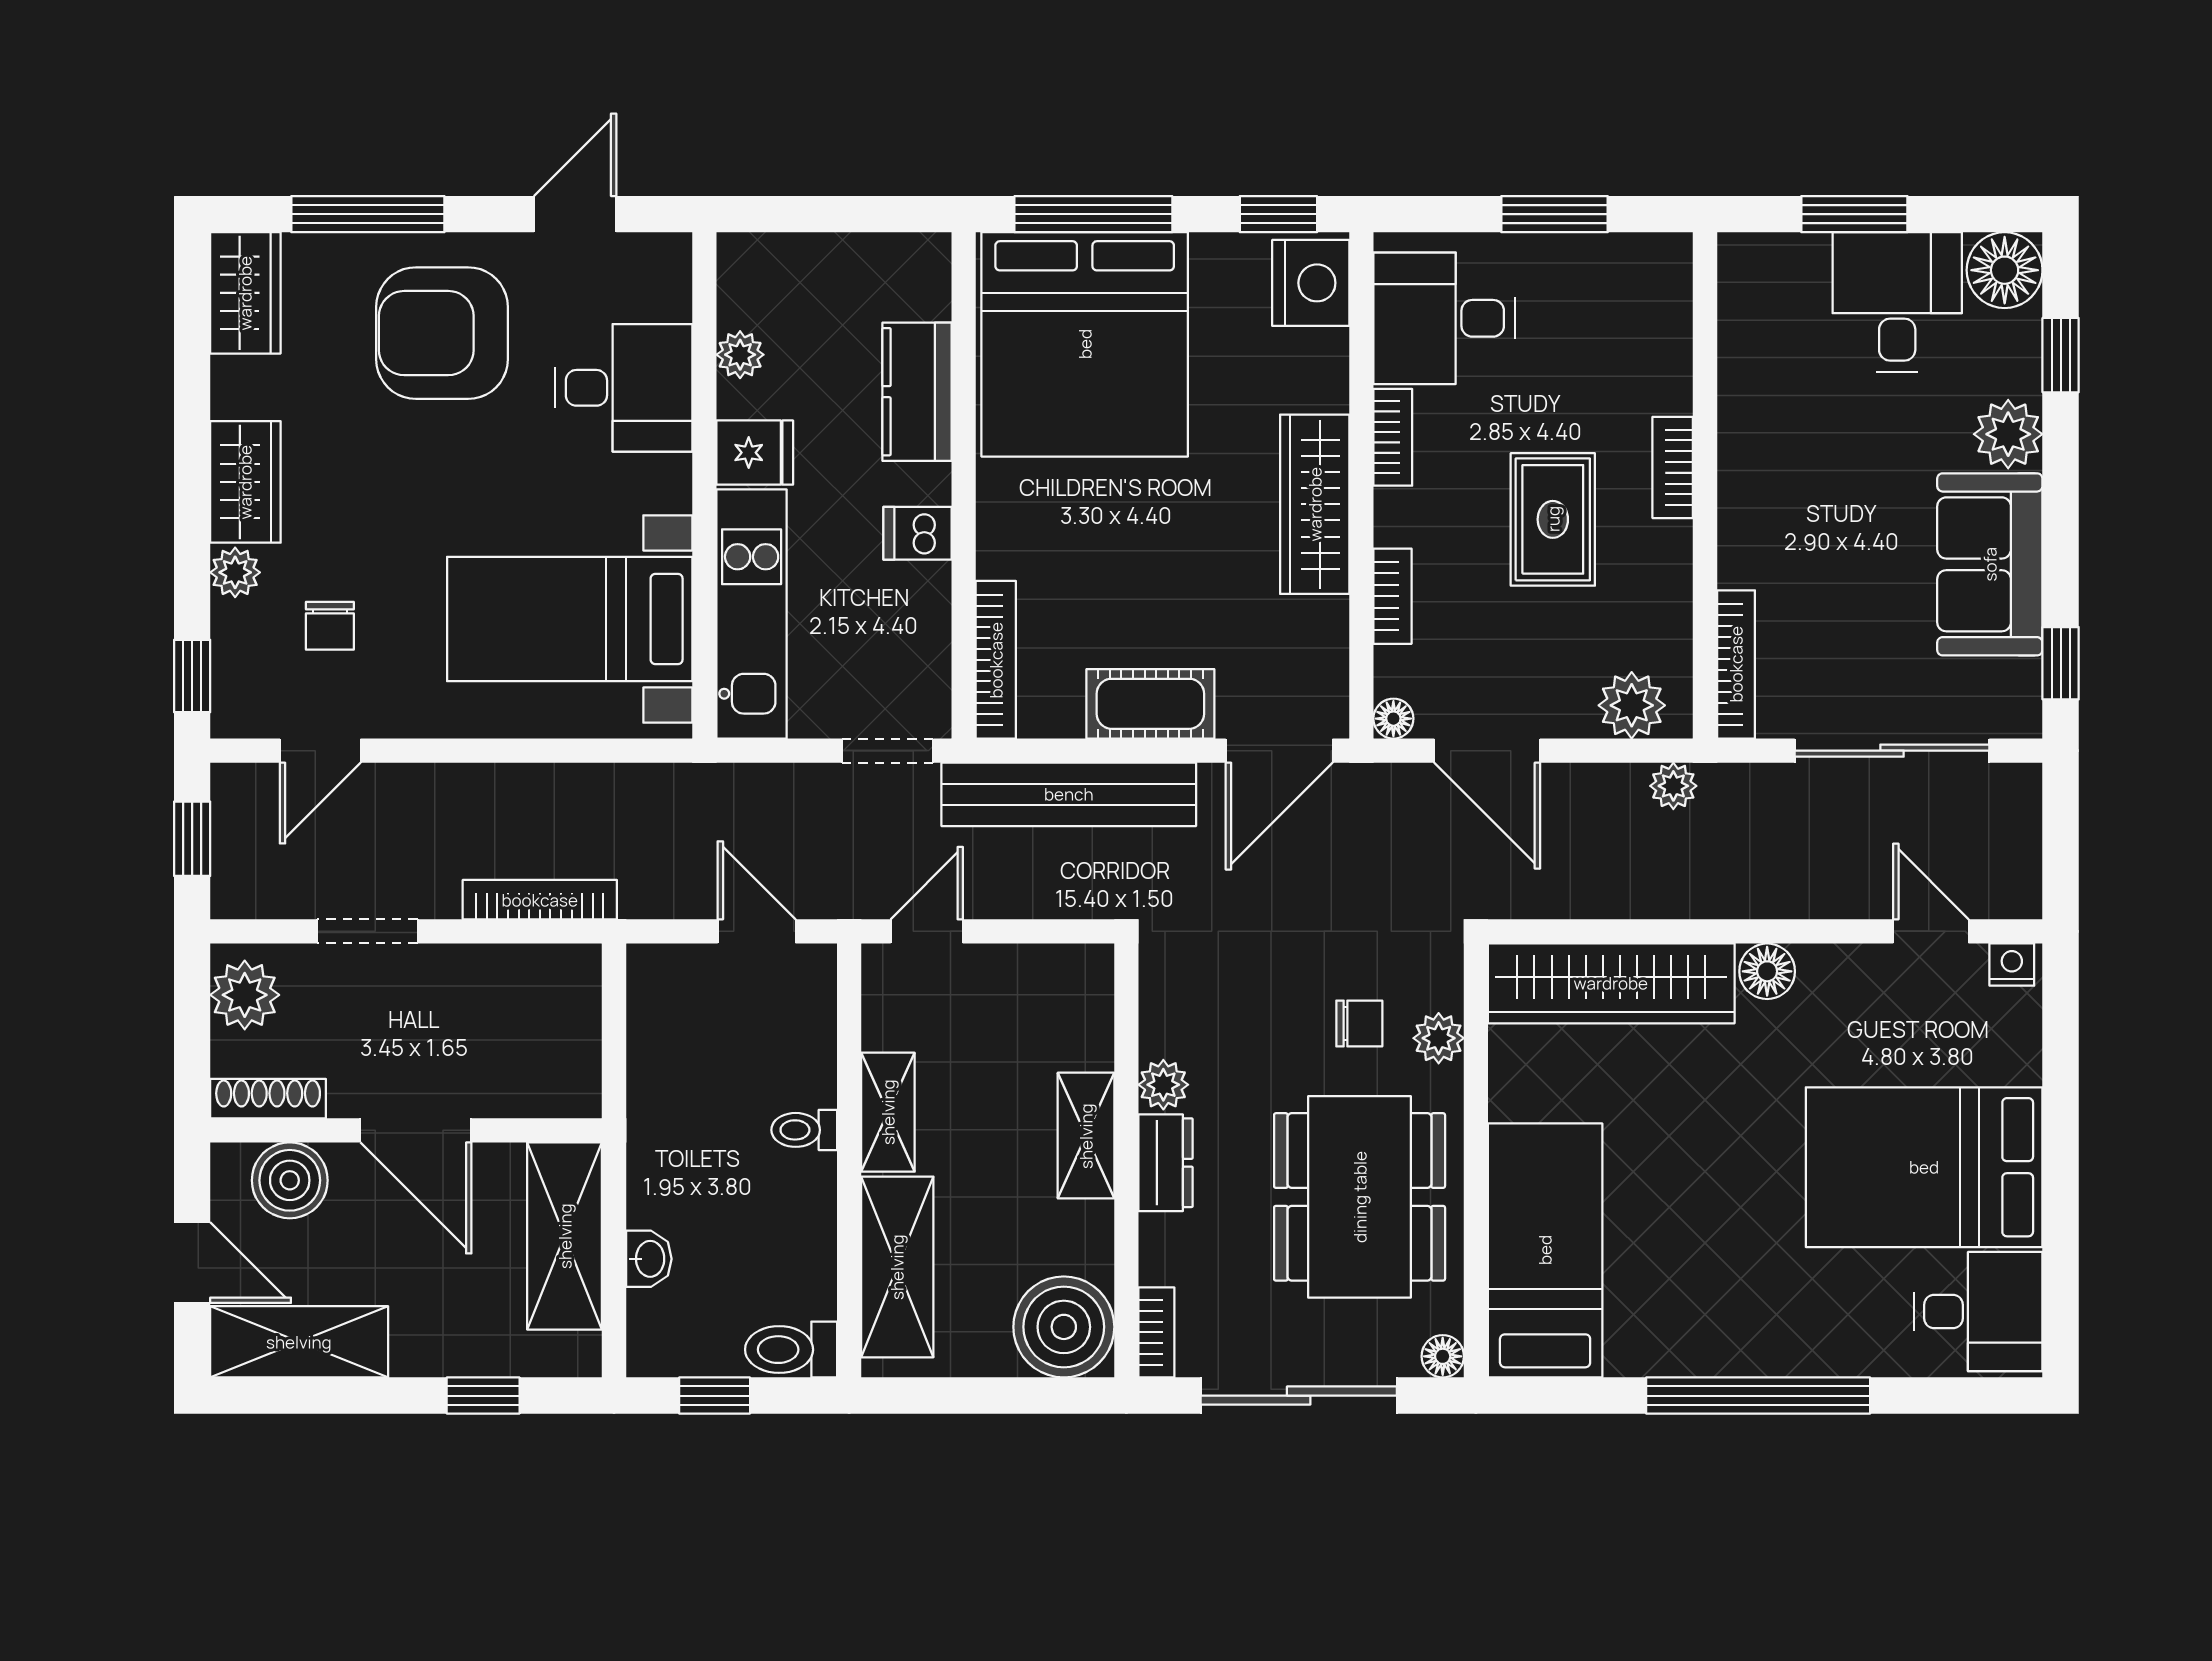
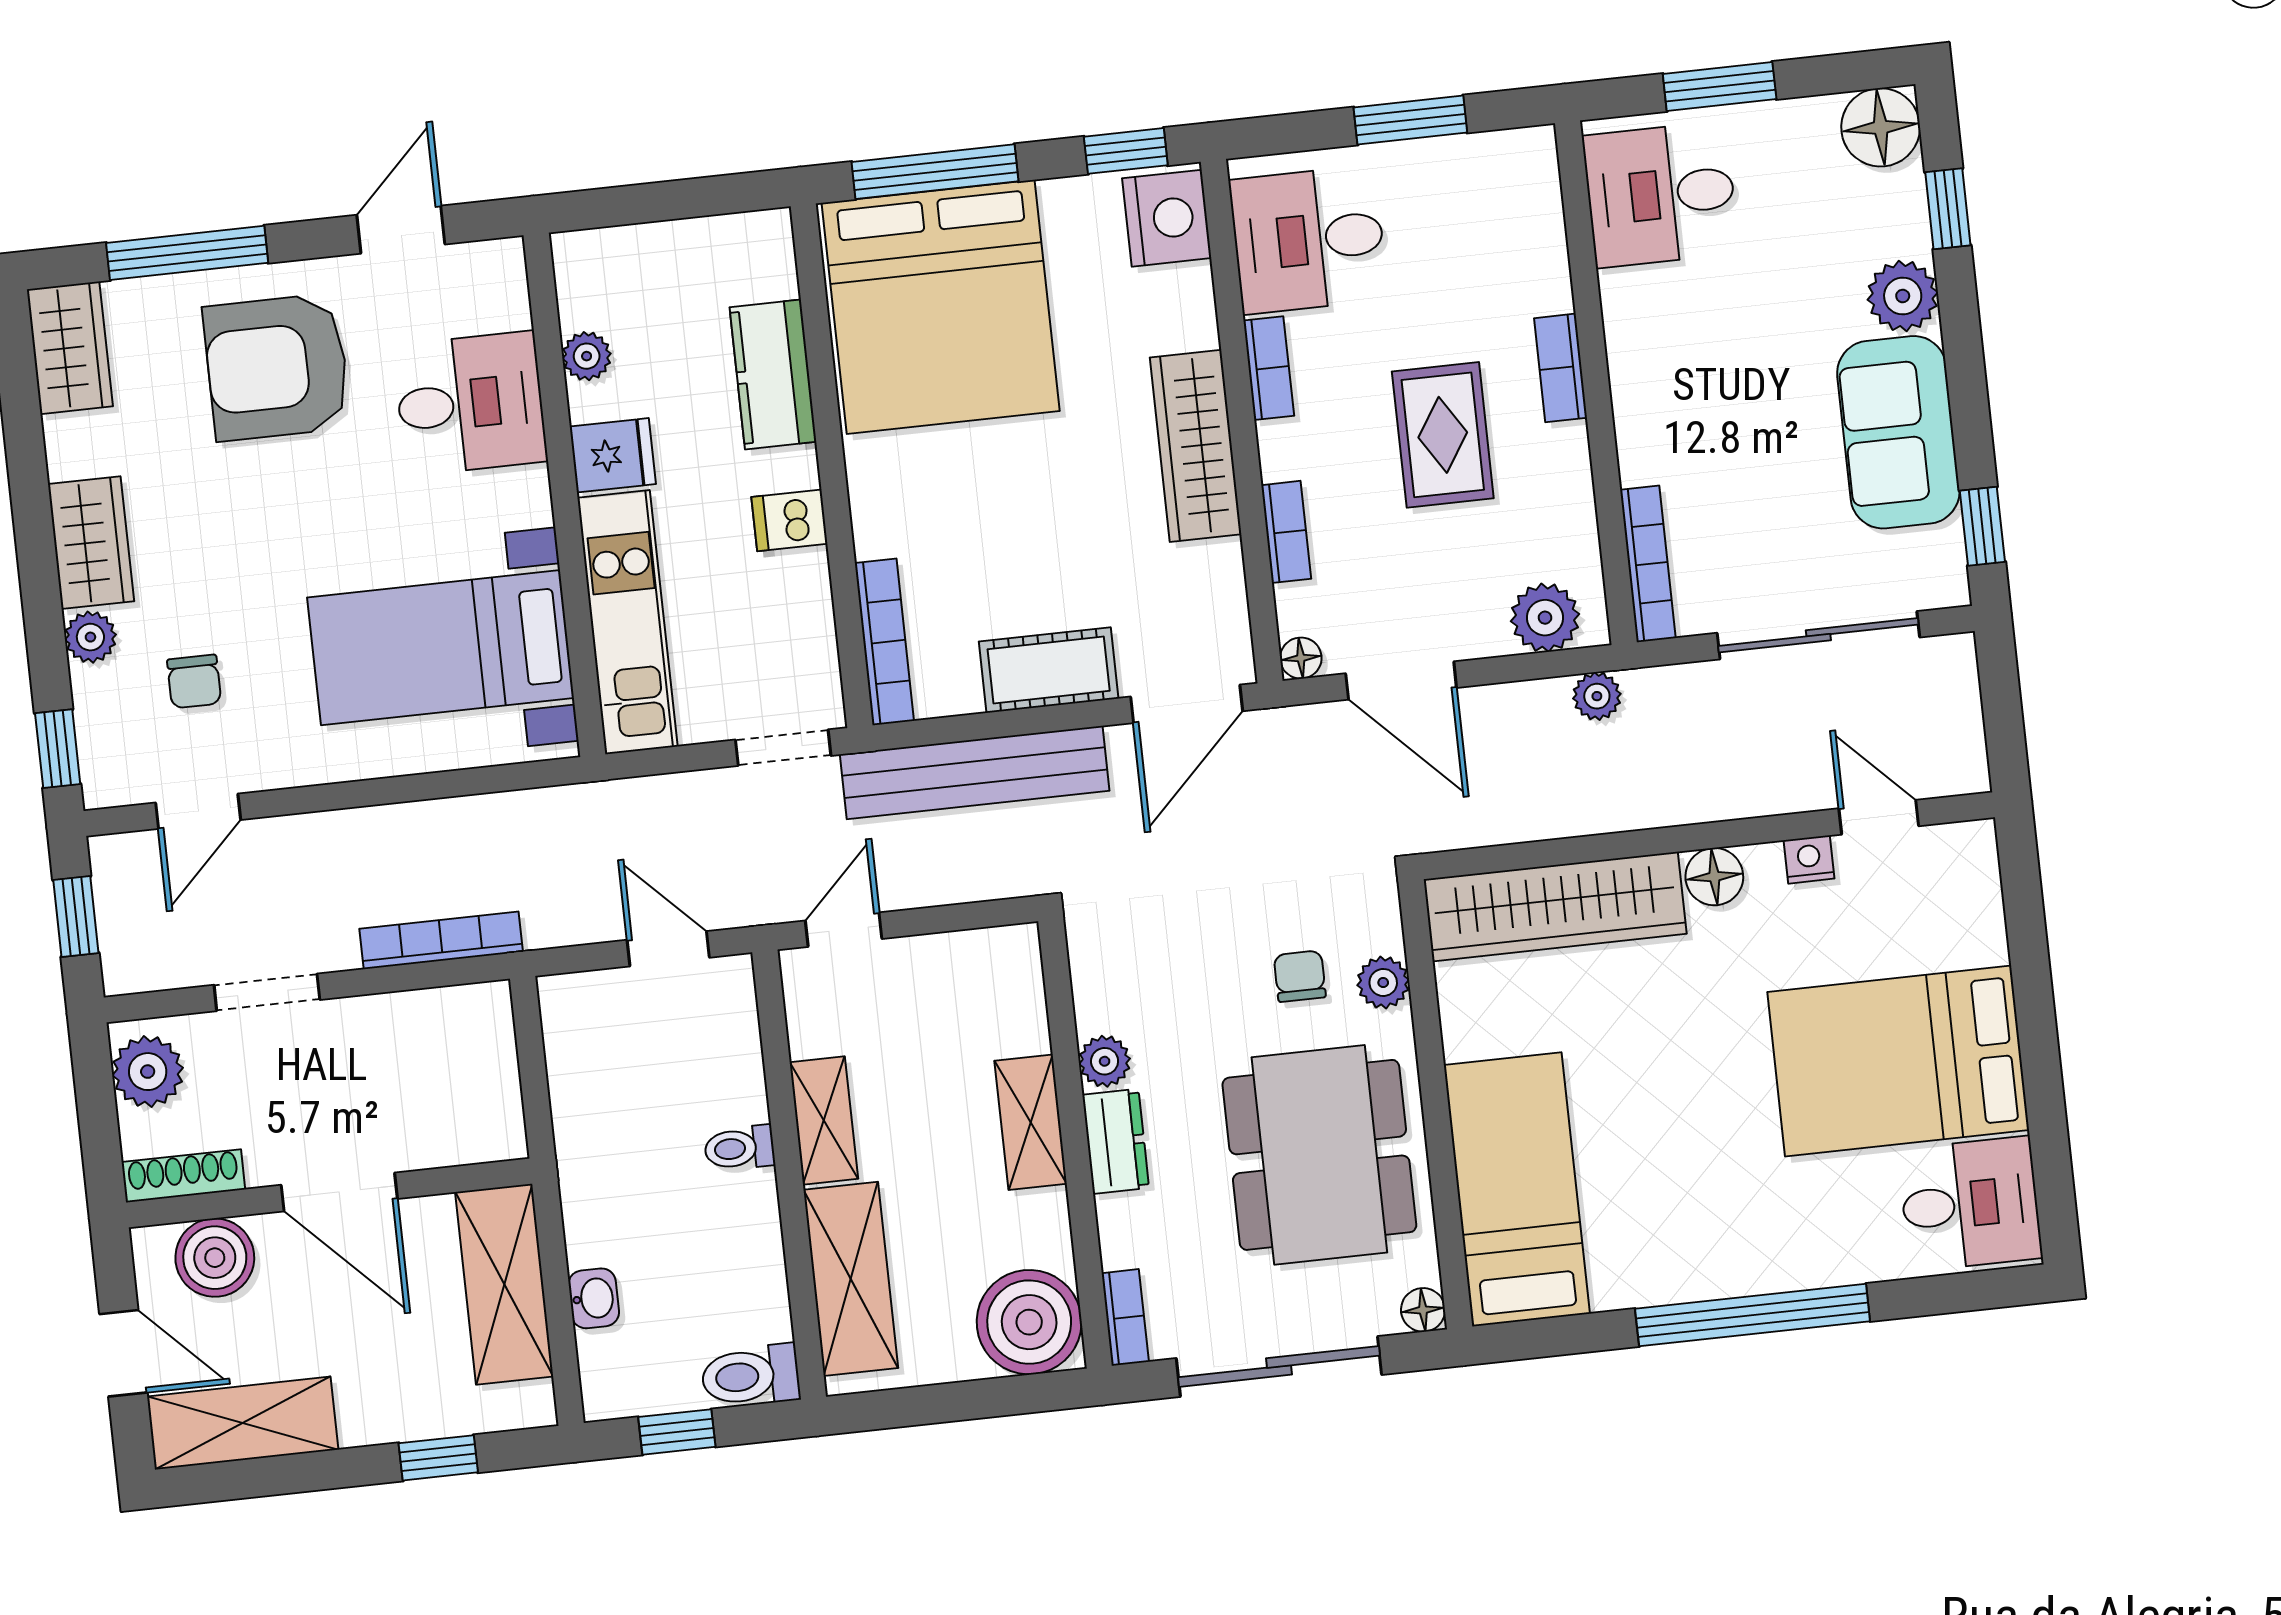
desk: (1897, 302) -> (1661, 194), moved, turned -90
nightstand: (2012, 965) -> (1809, 859), moved
chair: (1359, 1024) -> (1300, 976), turned -90

